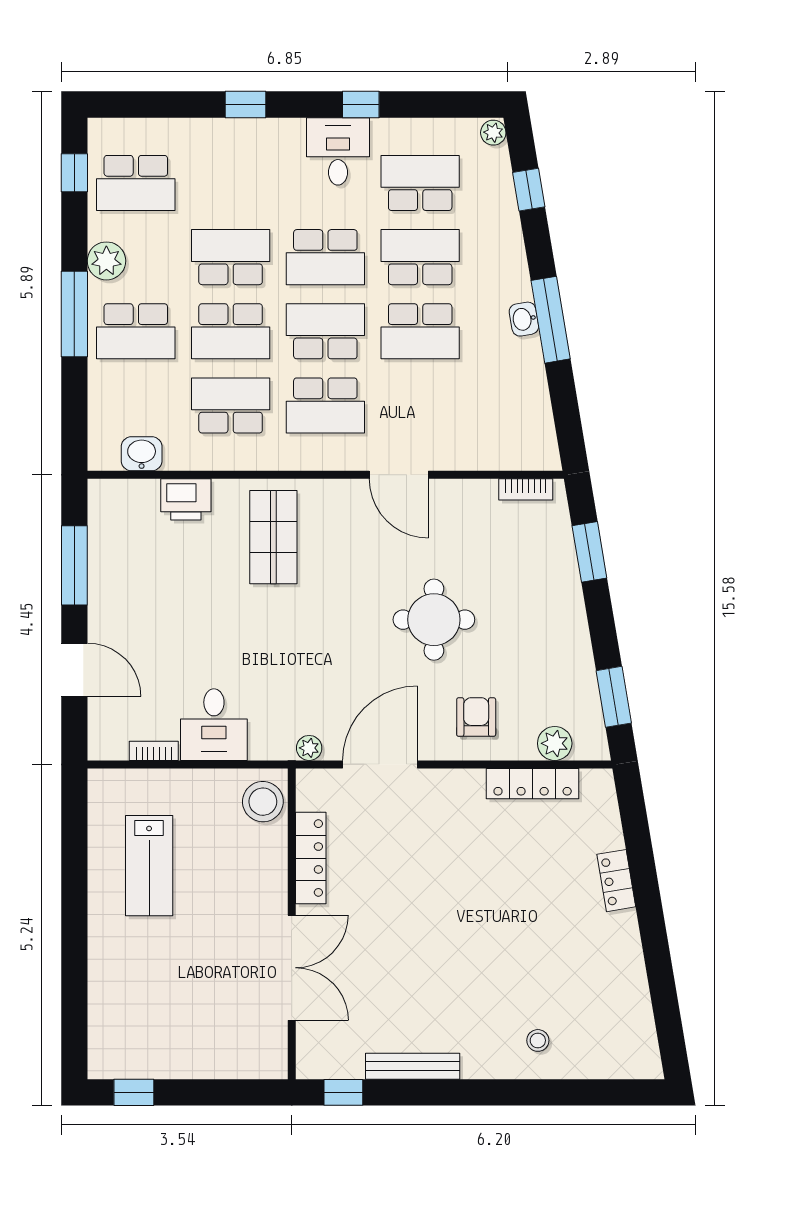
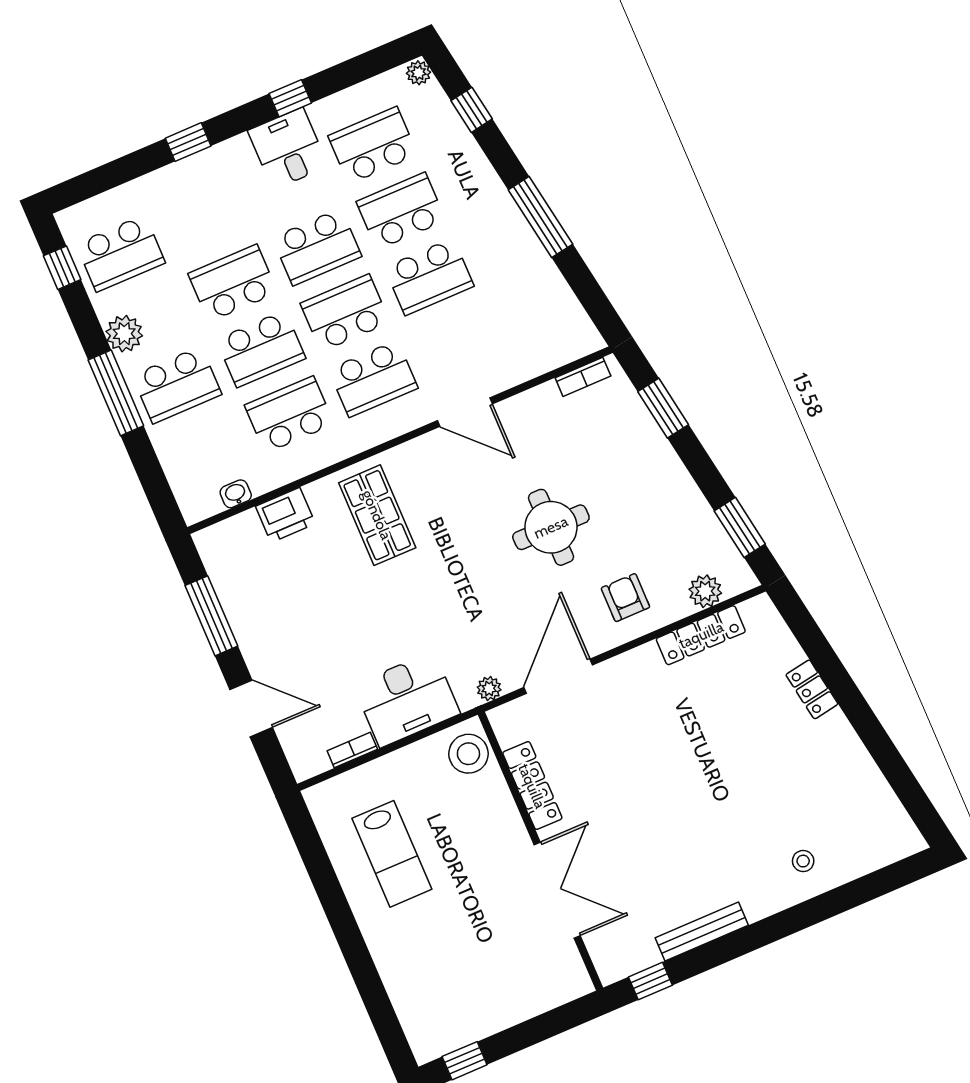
washbasin: (524, 319) -> (516, 227), removed
washbasin: (142, 454) -> (236, 494), width x0.72, depth x0.69
desk: (214, 725) -> (407, 699), width x1.37

